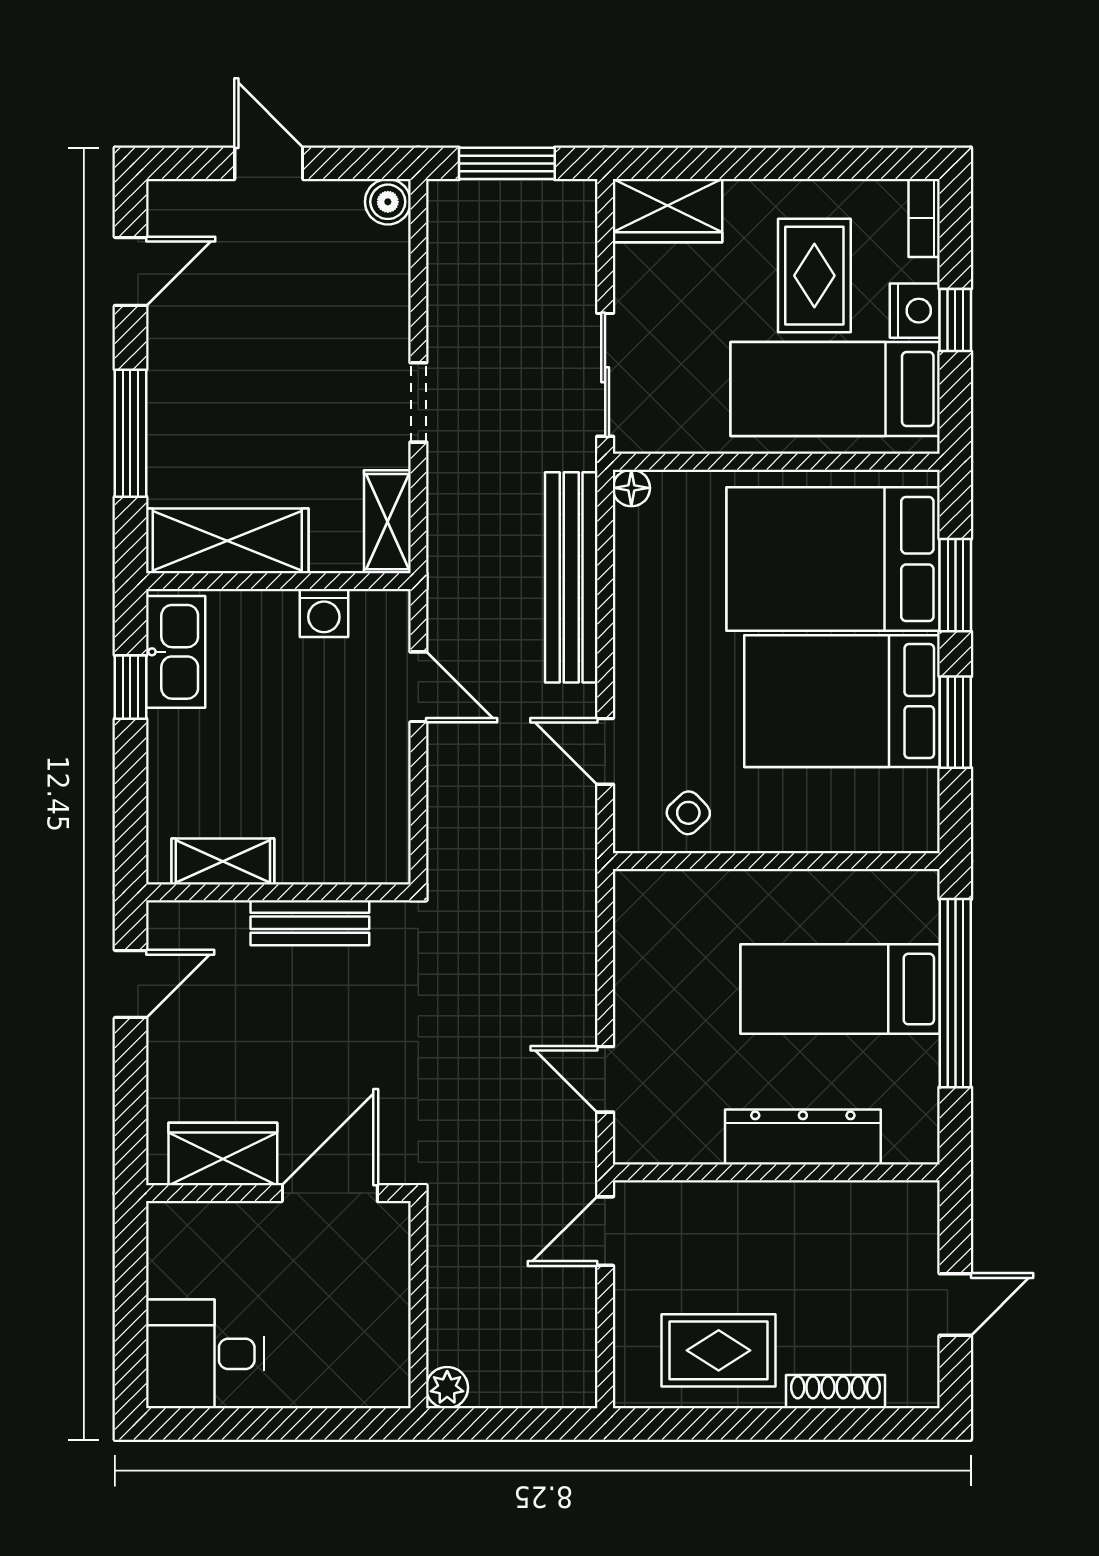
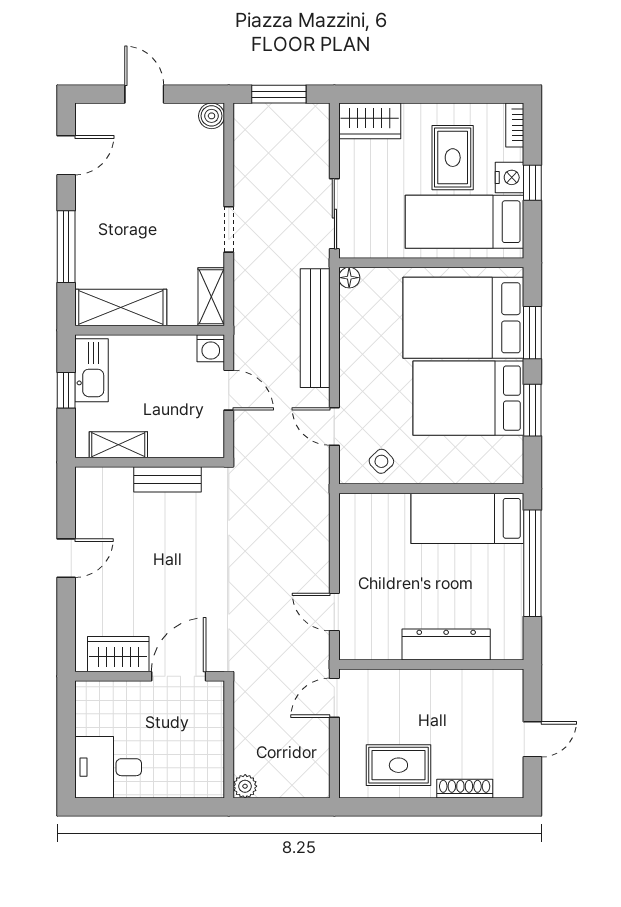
washing machine: (324, 613) -> (211, 348), moved
shelving: (223, 861) -> (118, 445), moved
wall: (278, 892) -> (150, 462), moved
bench: (310, 923) -> (167, 479), moved
bed: (840, 989) -> (467, 518), moved

